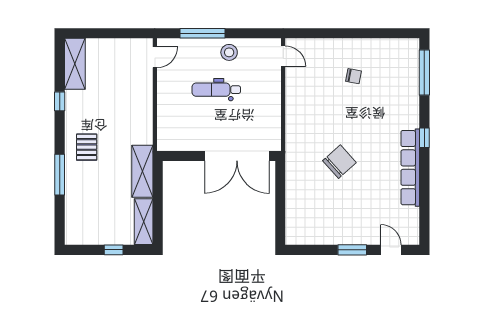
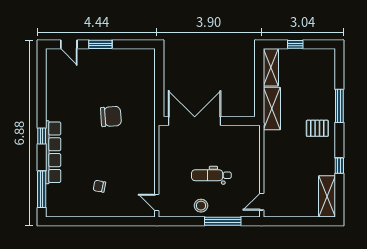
dental chair: (216, 90) -> (211, 175), turned 180
pallet: (87, 147) -> (317, 128), turned 90
chair: (339, 162) -> (111, 116), turned -142
row of seats: (410, 168) -> (53, 152), moved

